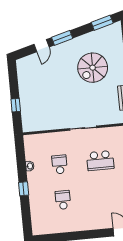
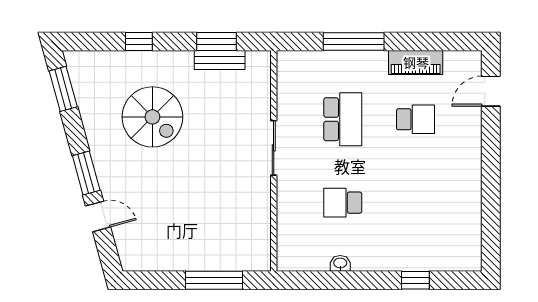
window: (16, 105) -> (214, 280), width x2.17
window: (24, 189) -> (415, 280), moved
school desk: (63, 200) -> (415, 119), moved, turned 180

